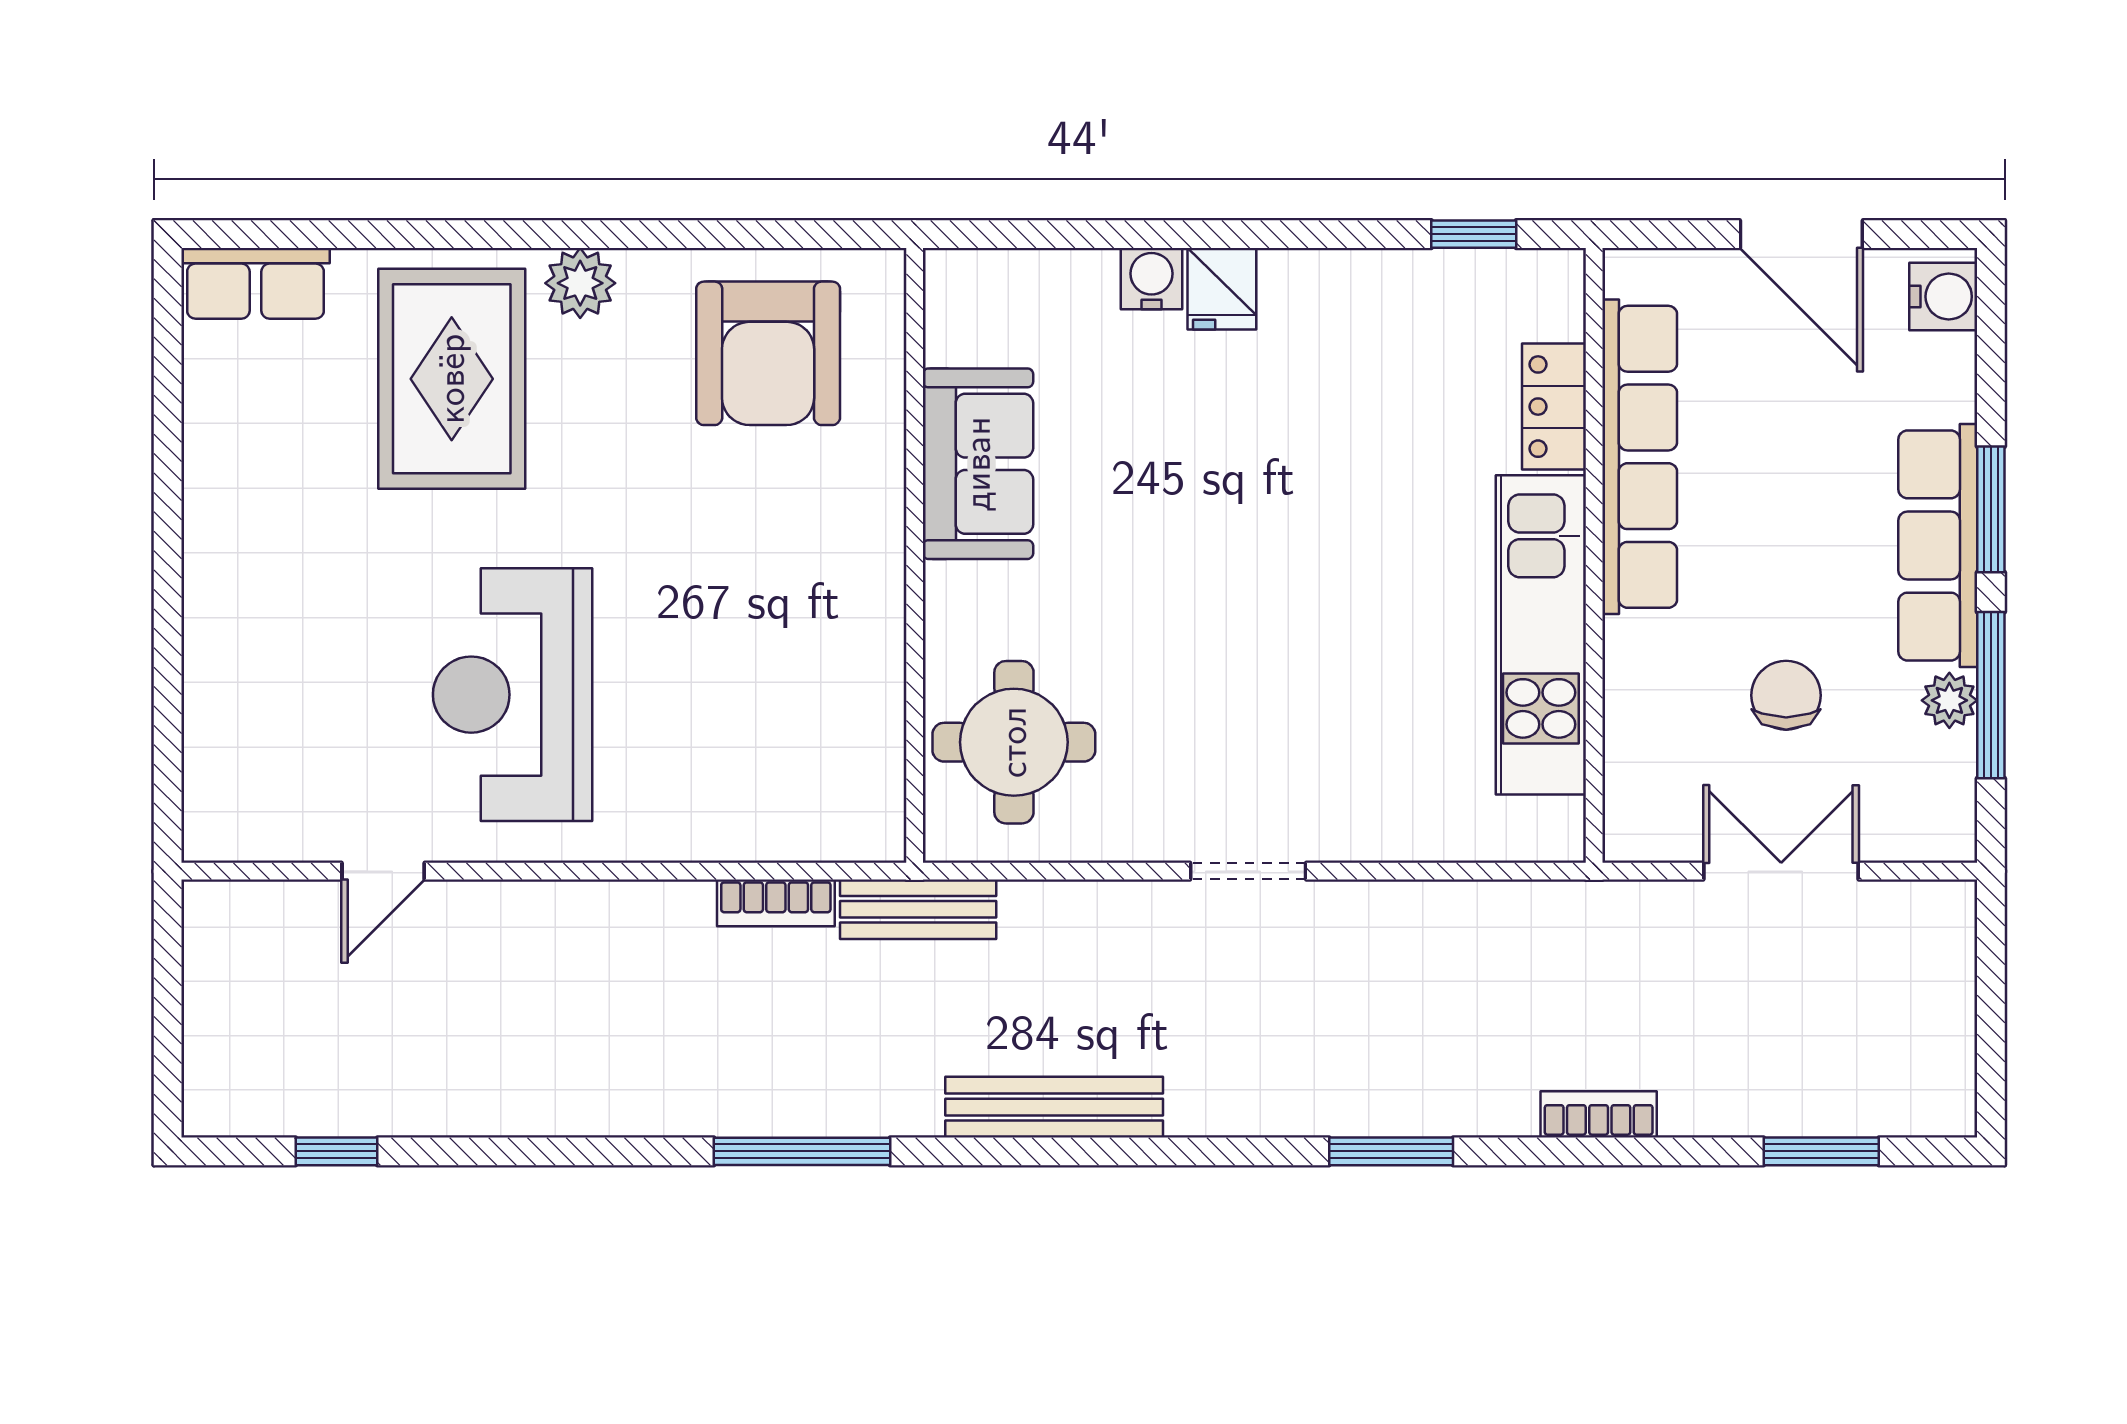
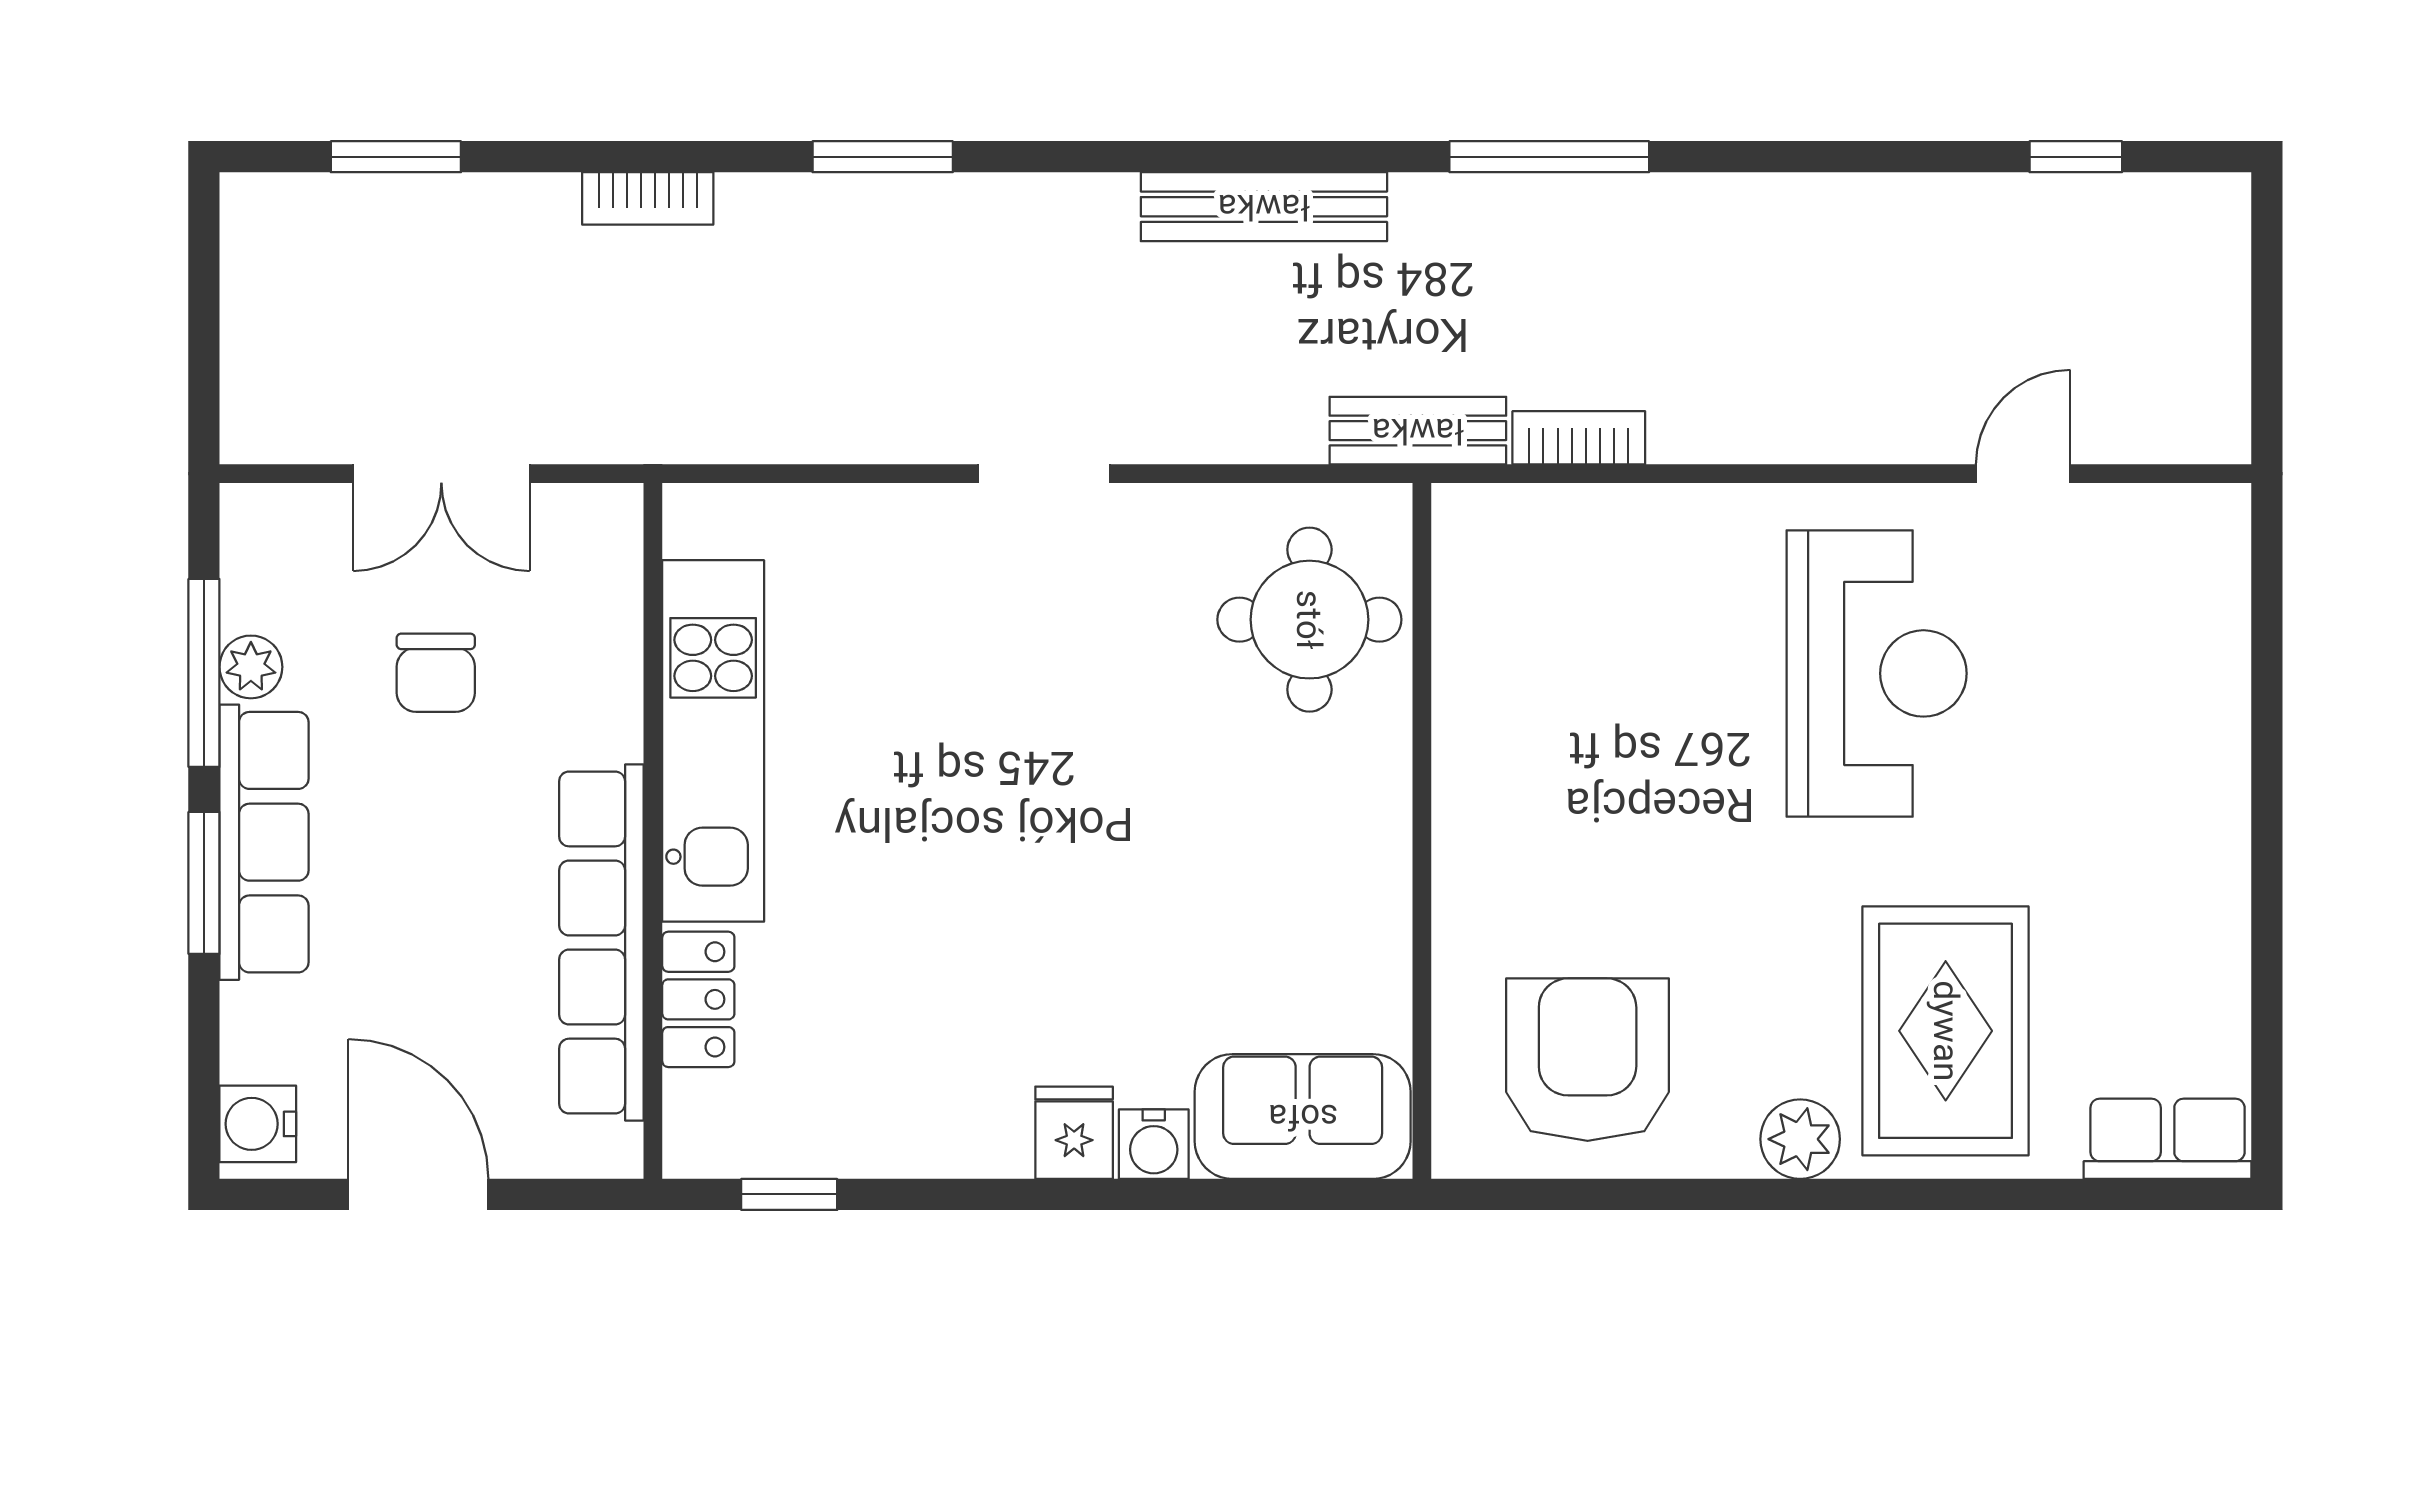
sofa: (978, 464) -> (1303, 1117), moved, turned 90

